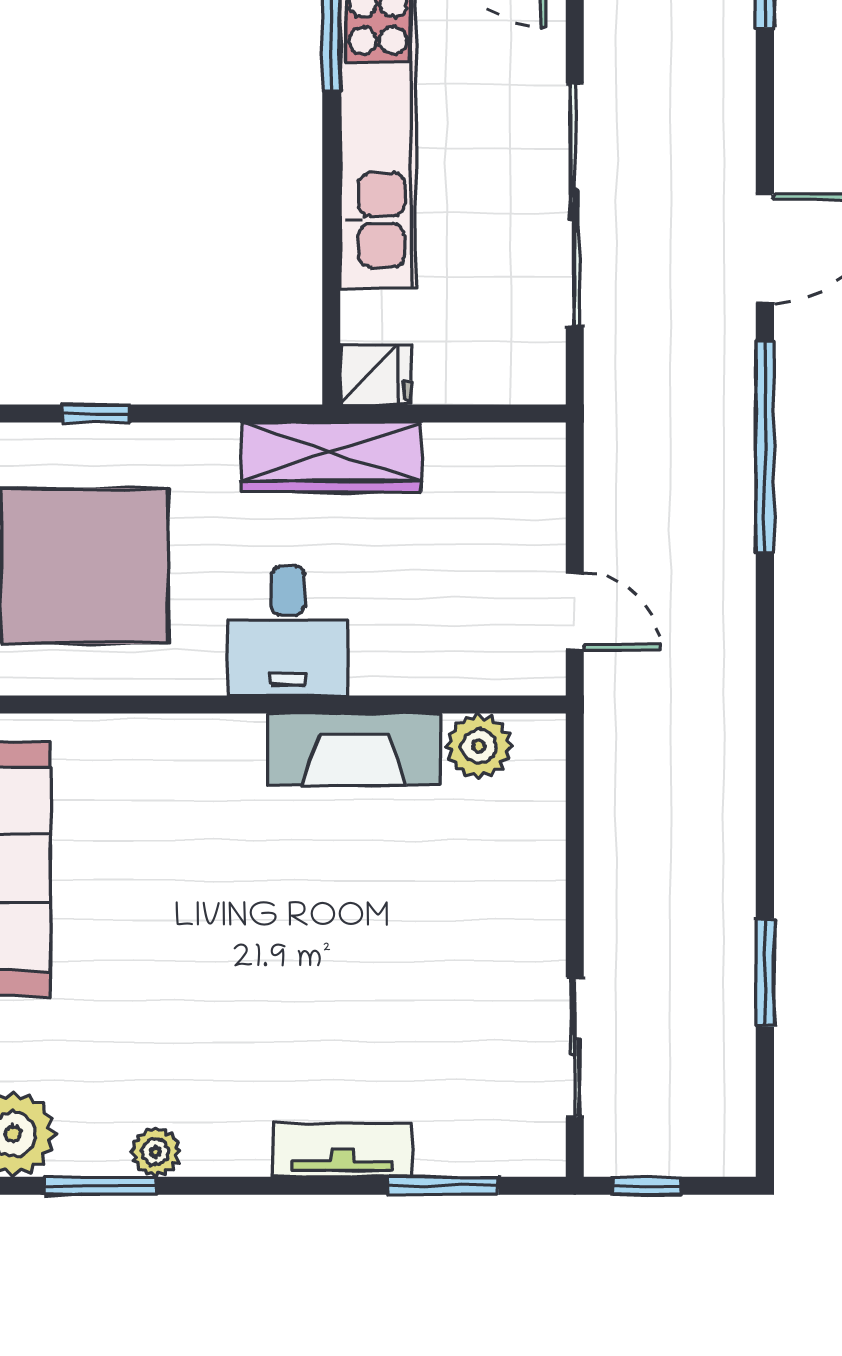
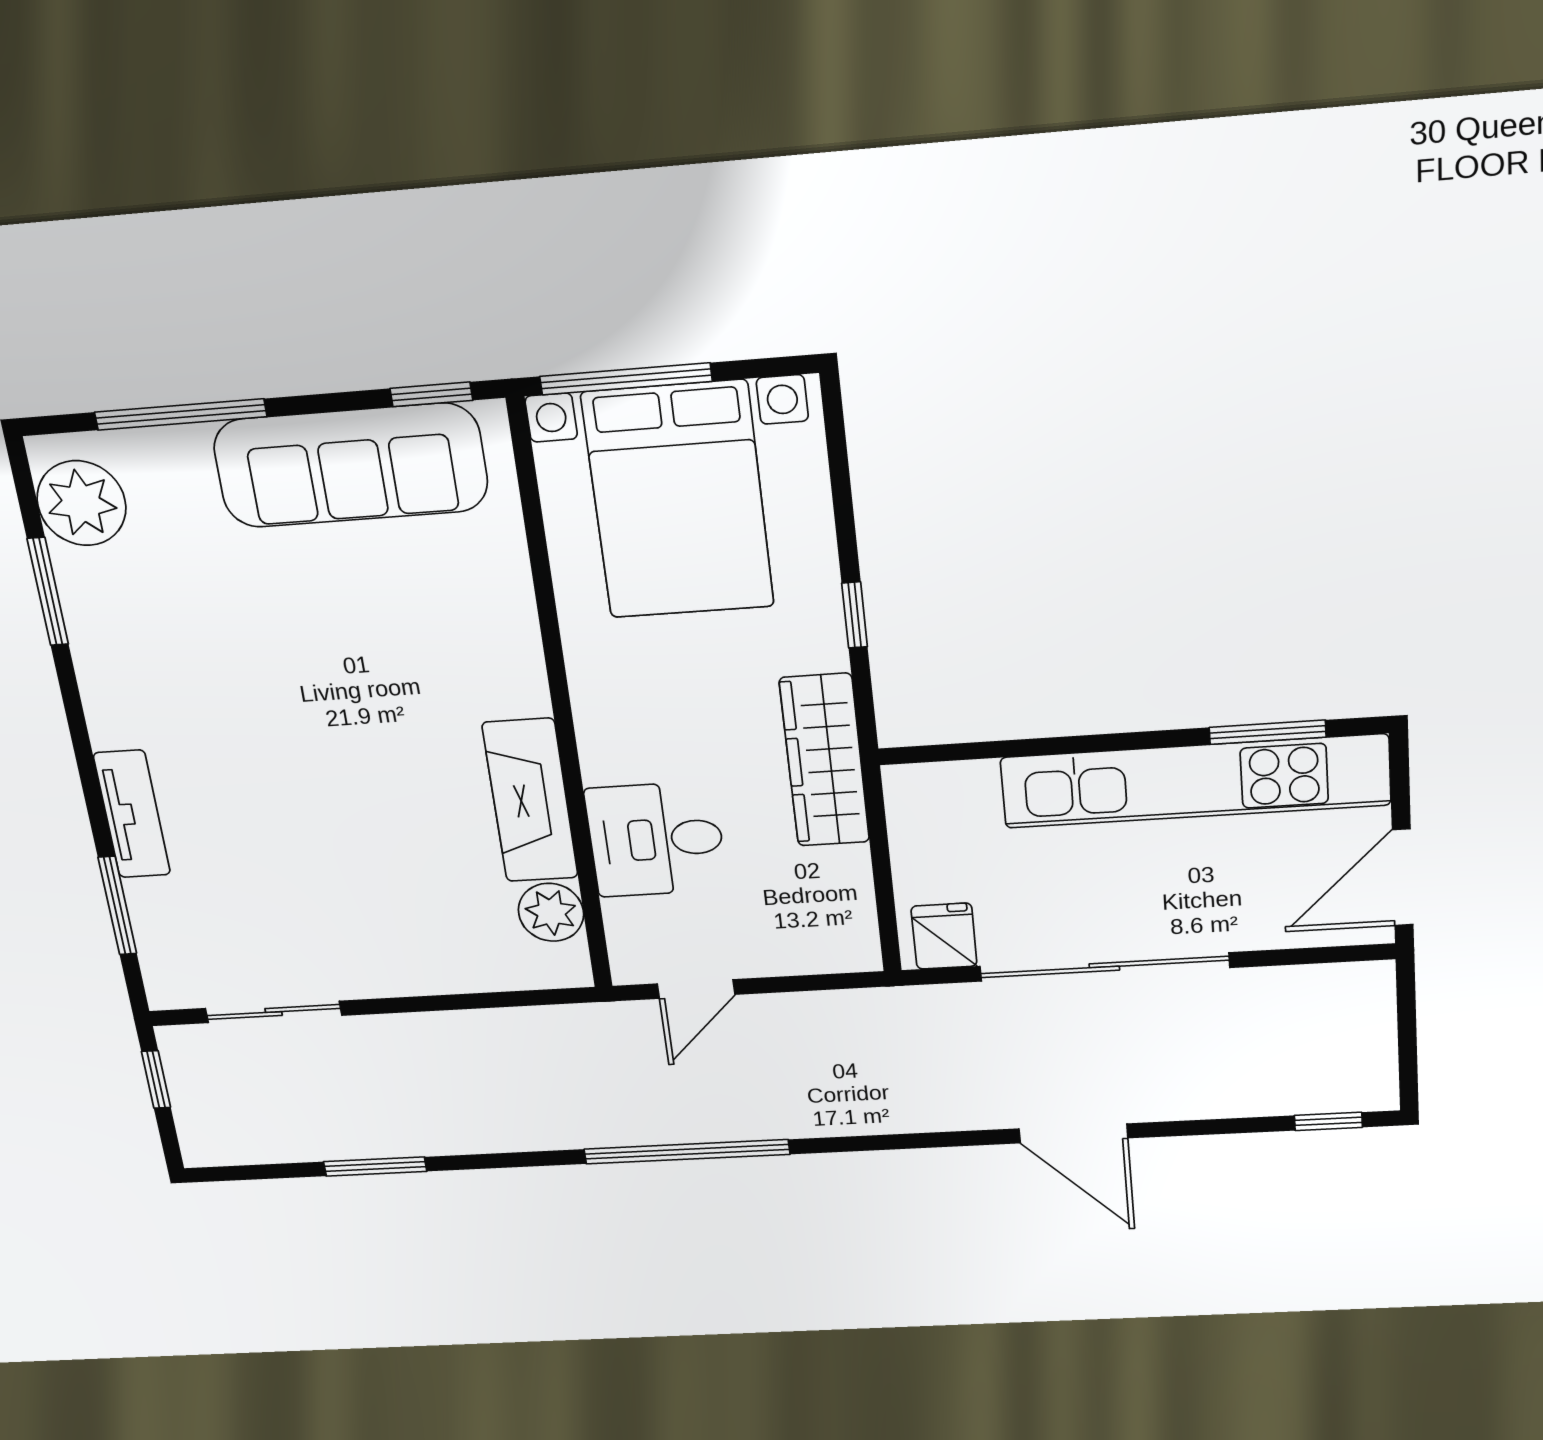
fridge: (376, 375) -> (944, 936), moved, turned 180
window: (96, 413) -> (855, 615), moved
window: (765, 447) -> (687, 1152), moved
desk: (288, 631) -> (656, 839), moved
plant: (156, 1152) -> (93, 642), removed

